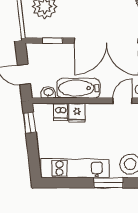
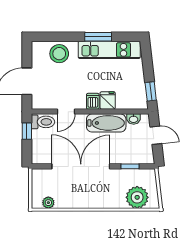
dishwasher: (61, 112) -> (93, 101), moved
window: (108, 183) -> (98, 37), moved

